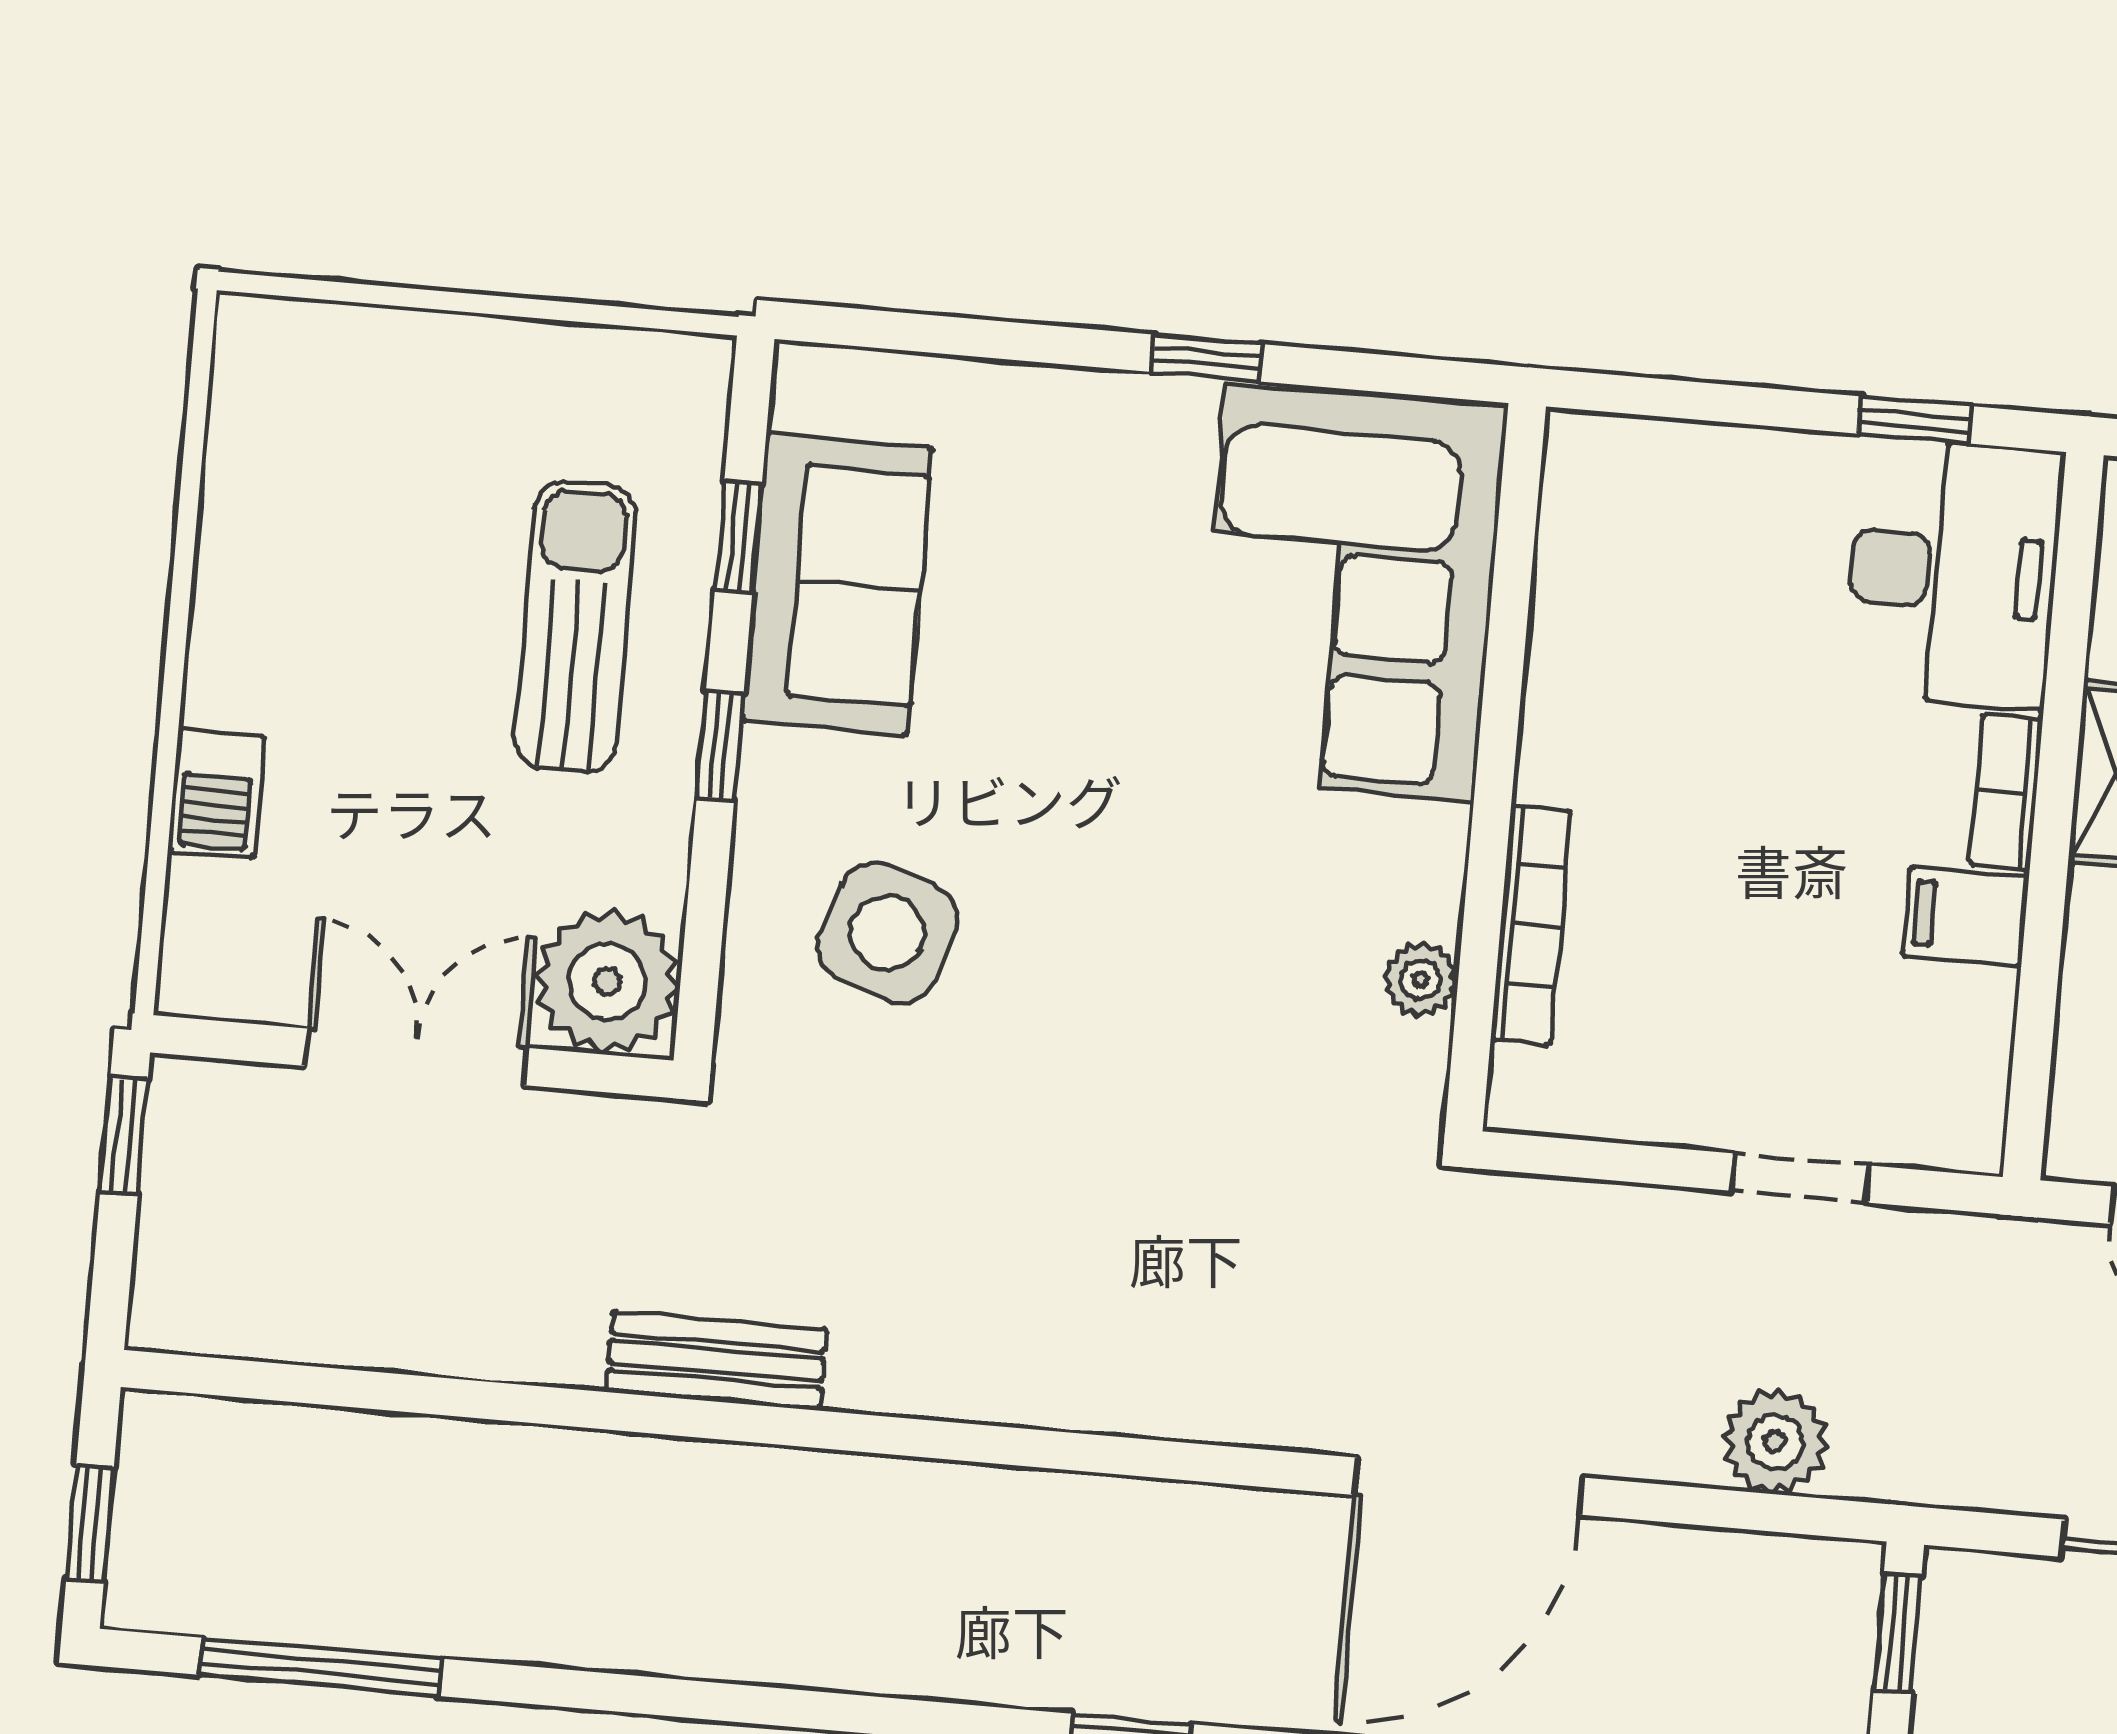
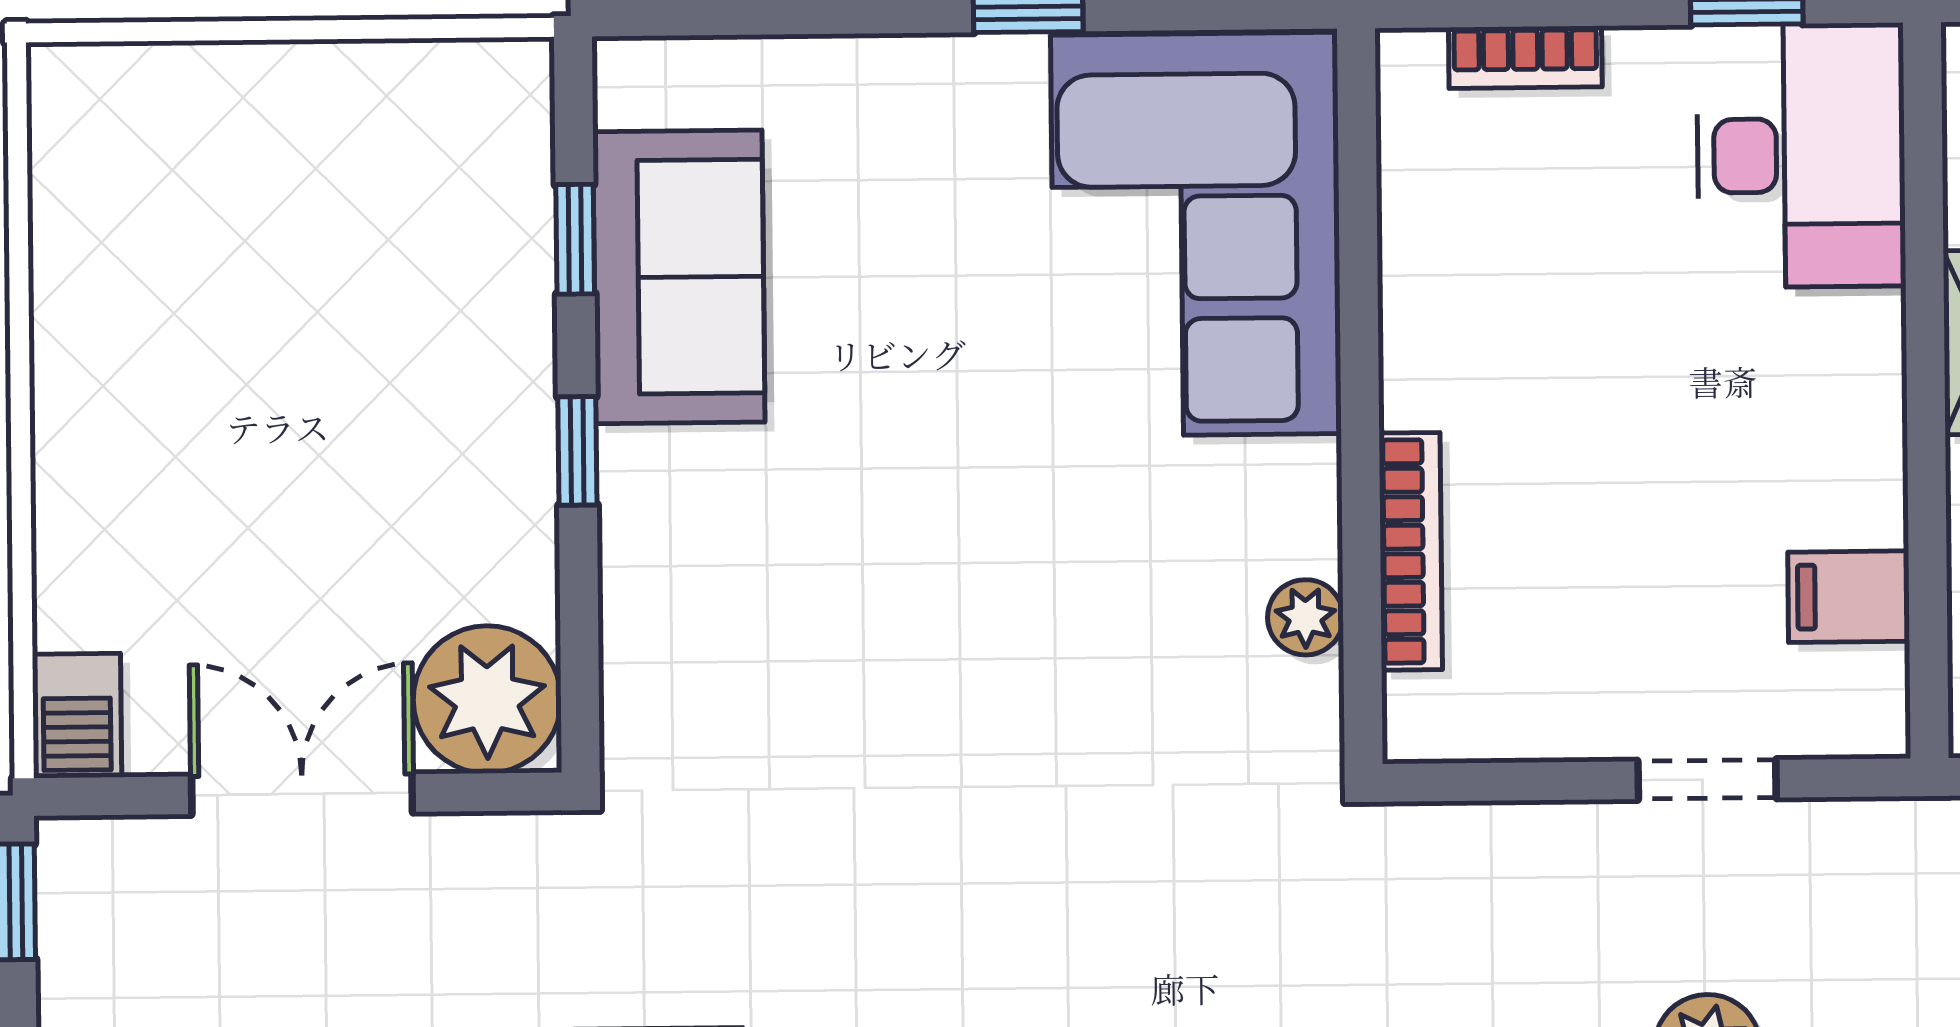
sun lounger: (575, 627) -> (420, 345), removed
bookcase: (2006, 792) -> (1525, 57), moved, turned -90
barbecue: (216, 793) -> (77, 716), moved
filing cabinet: (1966, 916) -> (1849, 597), moved
side table: (887, 933) -> (764, 623), removed

